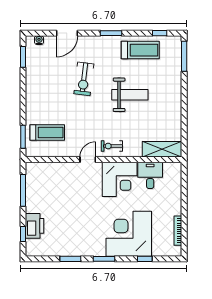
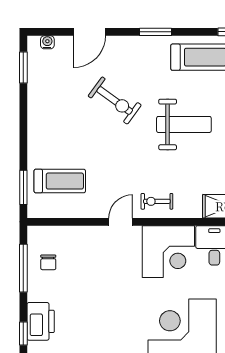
exercise bike: (84, 79) -> (115, 101), turned -61
chair: (40, 187) -> (48, 262), added

